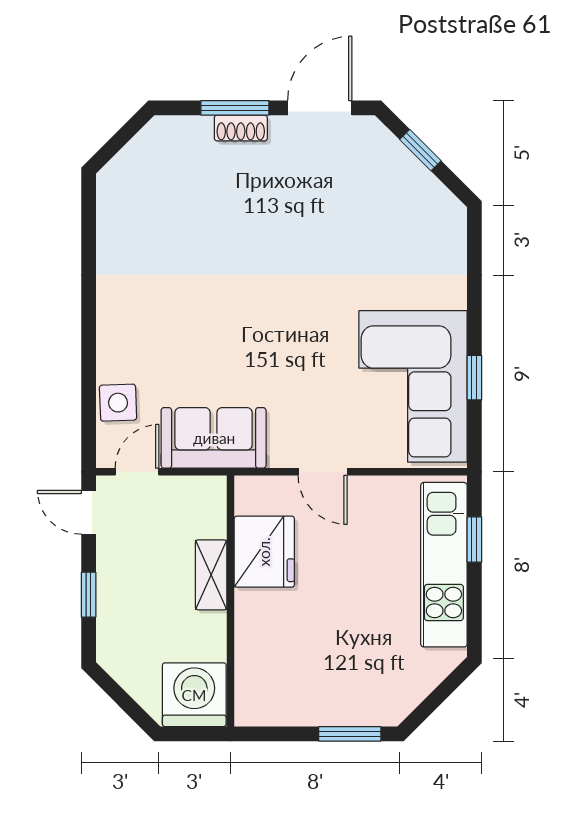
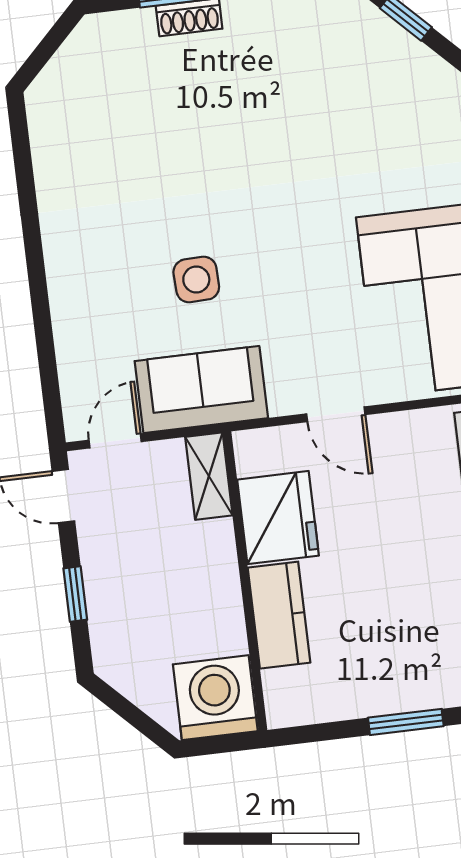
side table: (118, 403) -> (196, 279), moved
shelving: (211, 575) -> (209, 476), moved
kitchen counter: (255, 633) -> (279, 615), added

